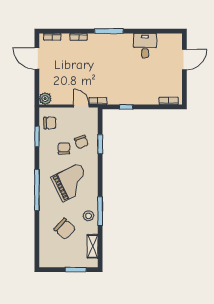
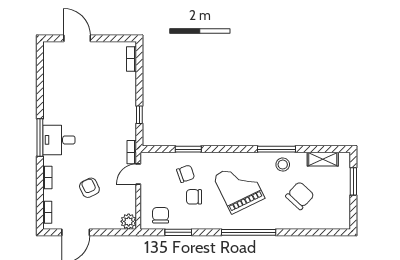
desk: (145, 46) -> (59, 140), moved
armchair: (71, 69) -> (89, 188), added

